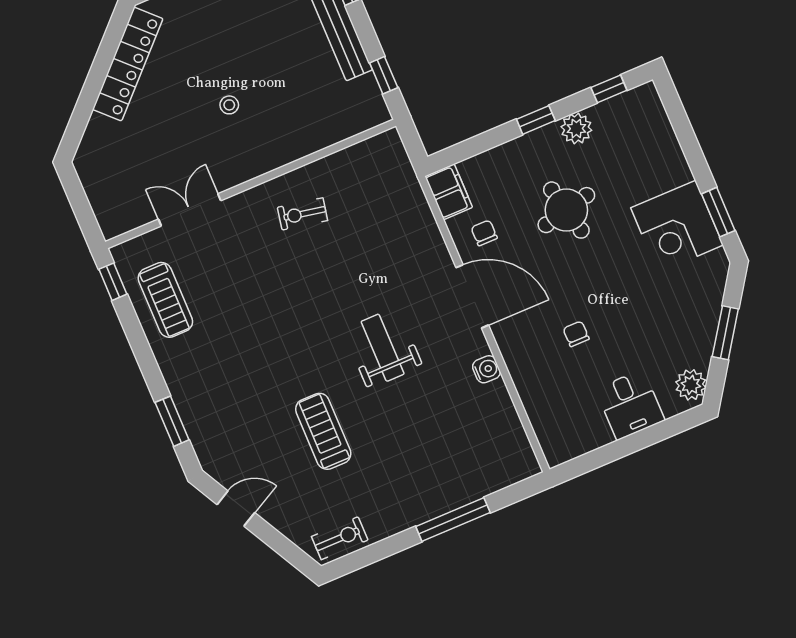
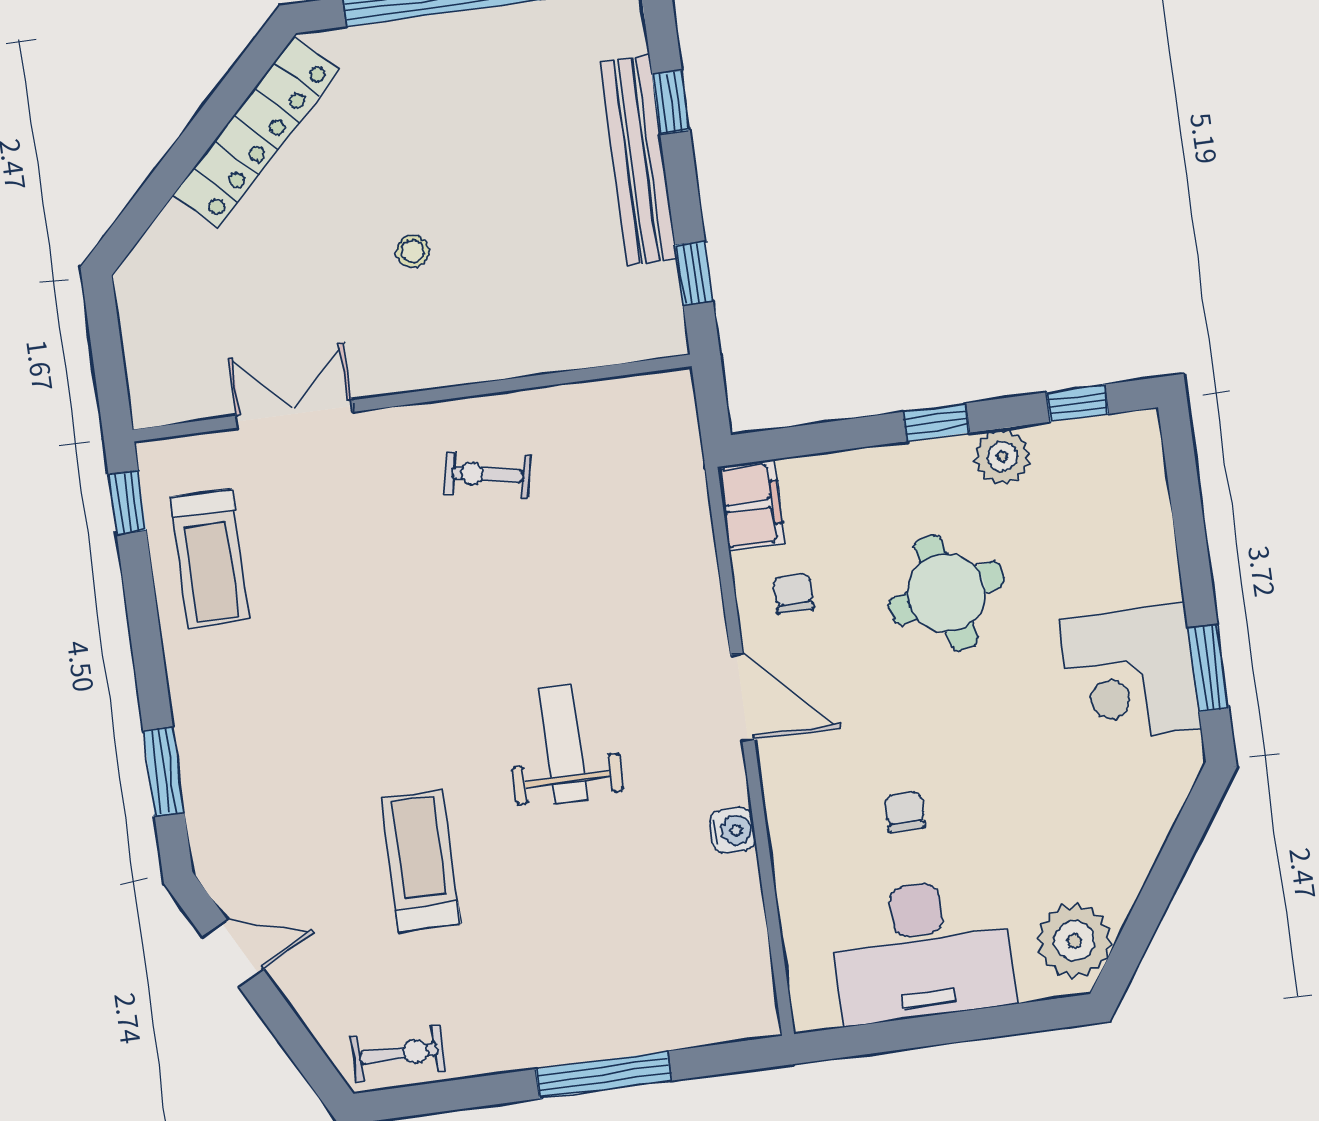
door: (472, 296) -> (743, 698), width x0.73
window: (725, 333) -> (1163, 881), removed
plant: (691, 385) -> (1074, 941), width x1.36, depth x1.36
desk: (630, 405) -> (922, 950), width x1.87, depth x1.30

